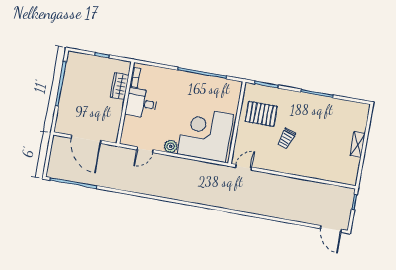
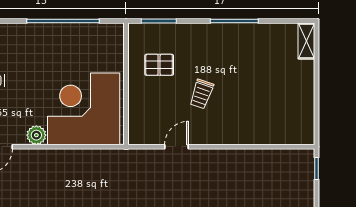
pallet: (261, 114) -> (159, 65), width x0.67, depth x0.71
shelving: (358, 145) -> (306, 41), moved
door: (244, 167) -> (176, 147), moved

